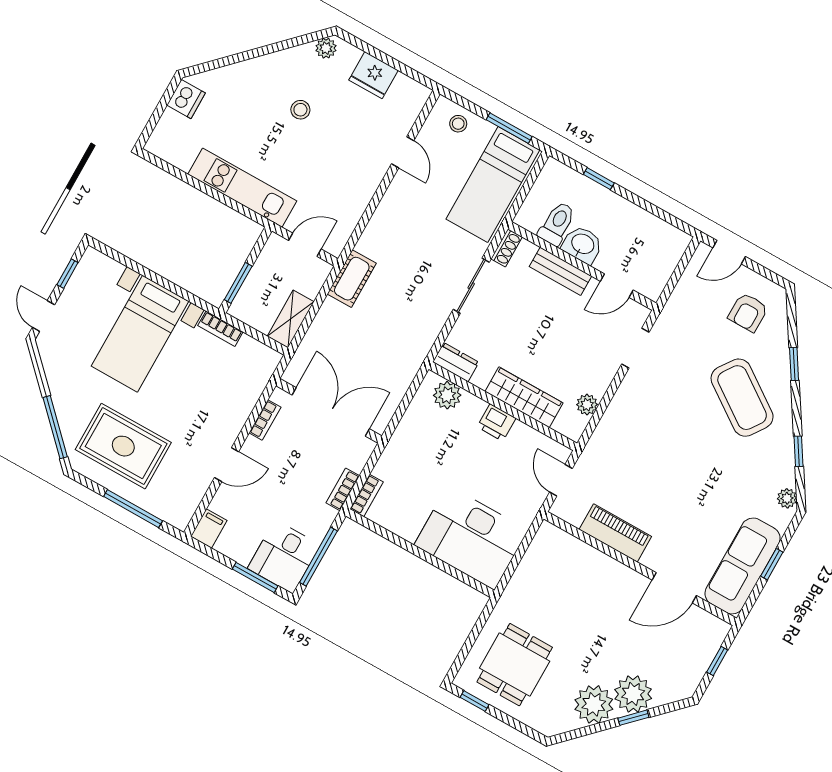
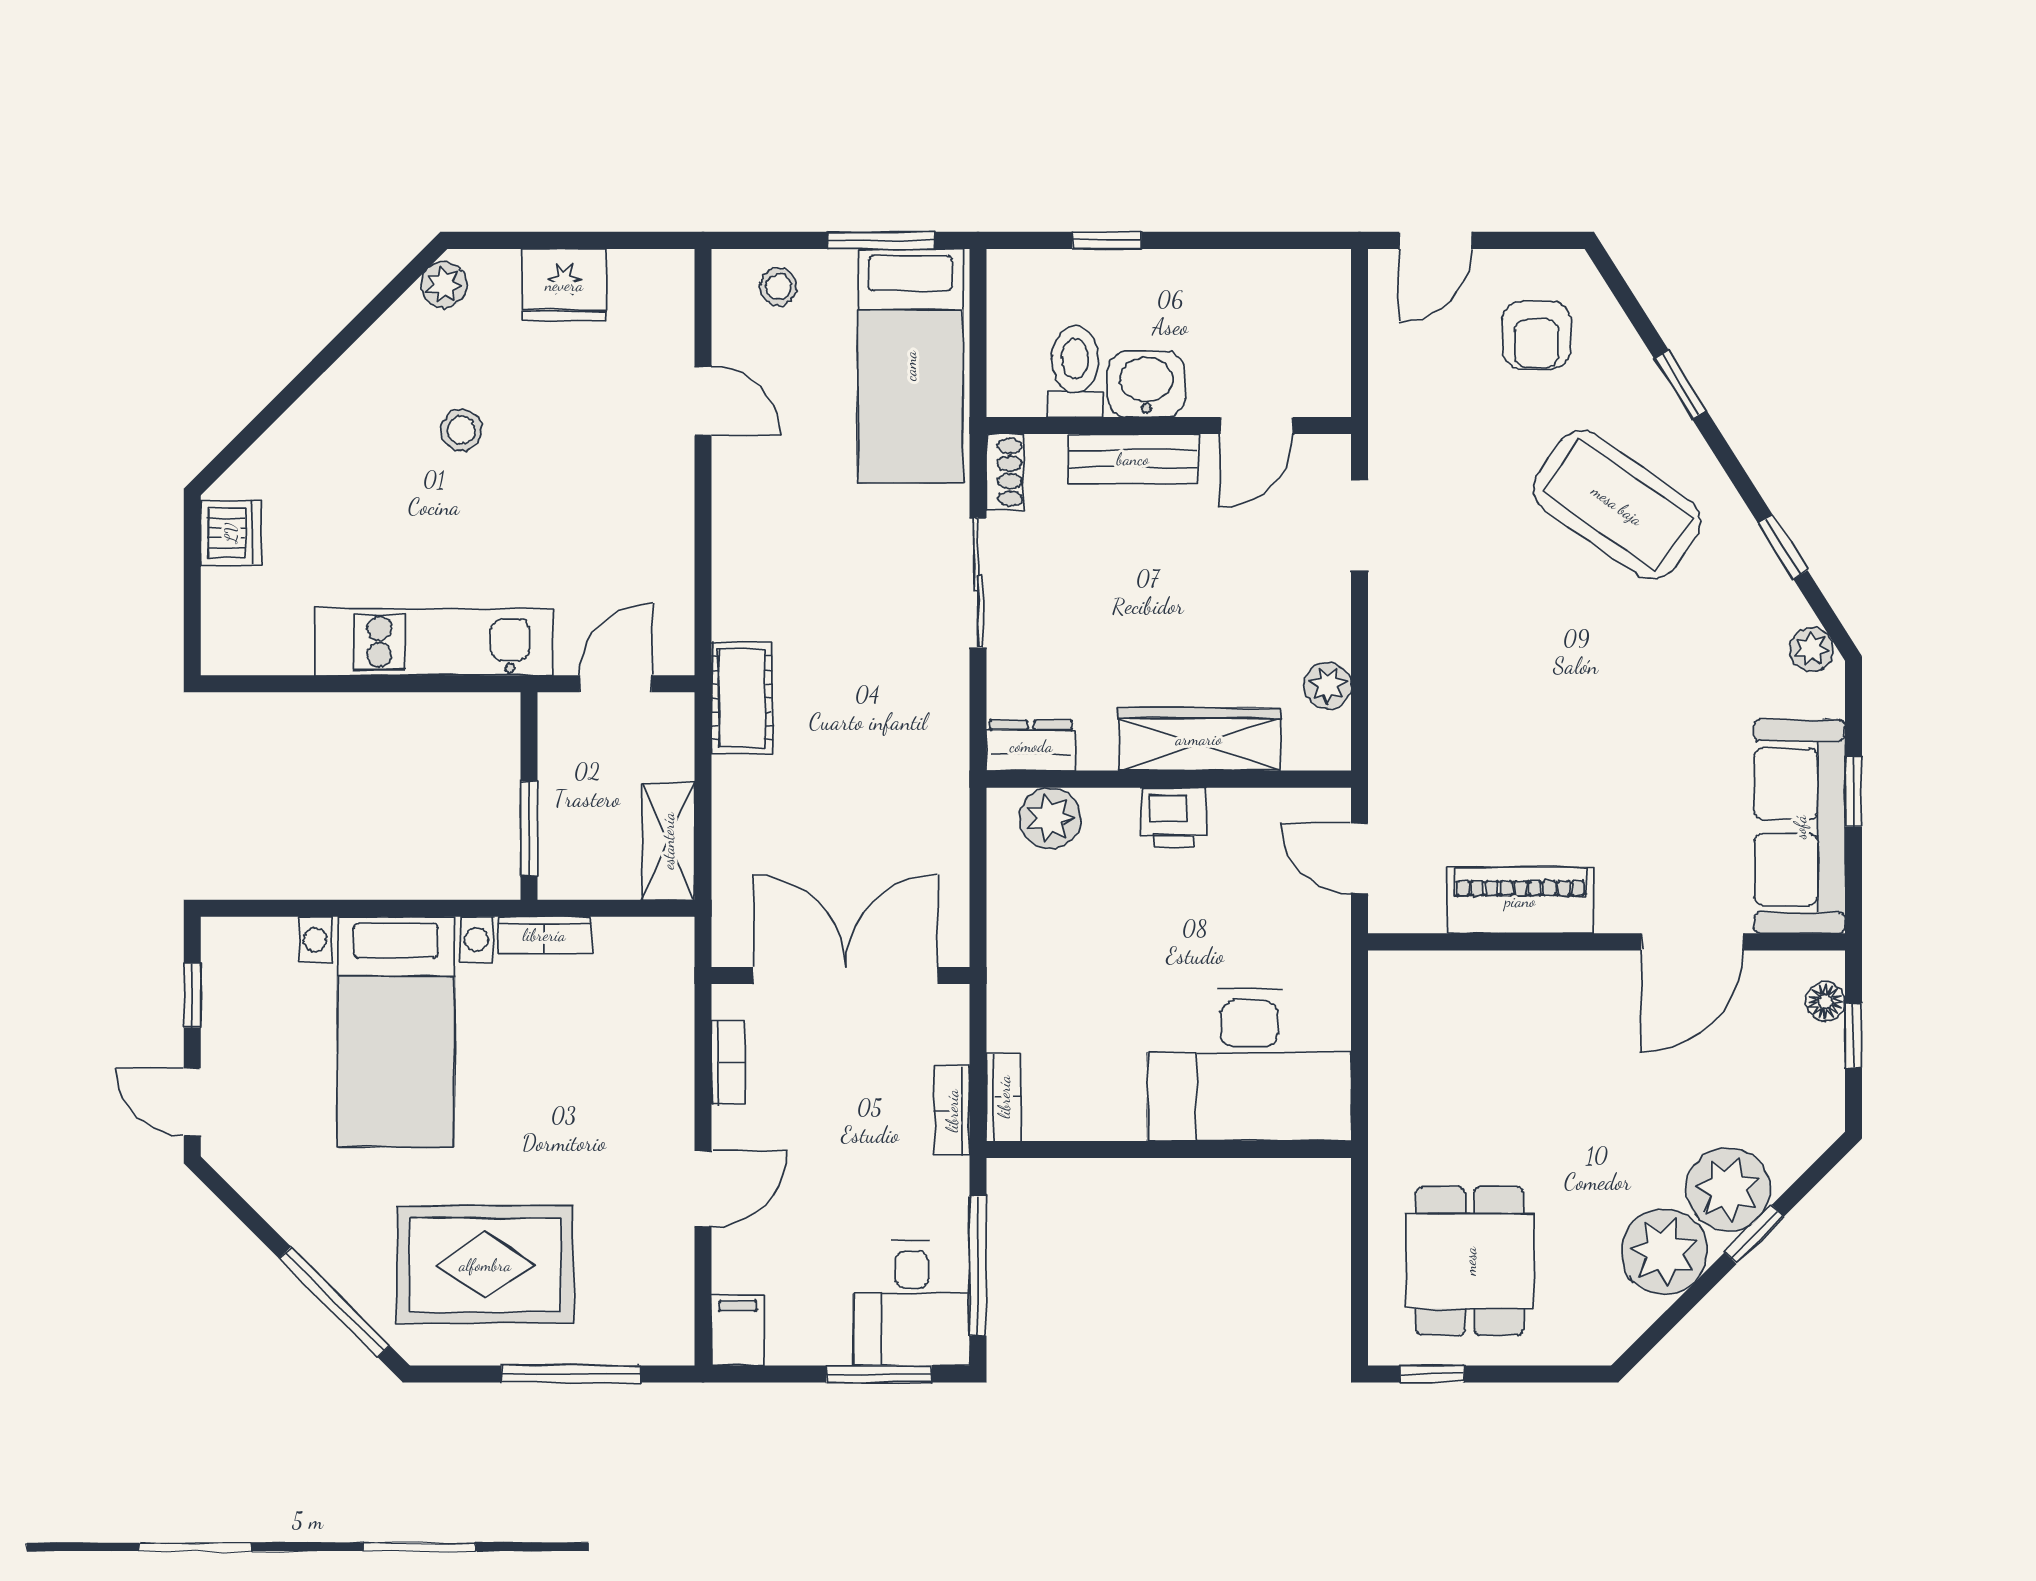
floor lamp: (714, 641) -> (1825, 1001), added

